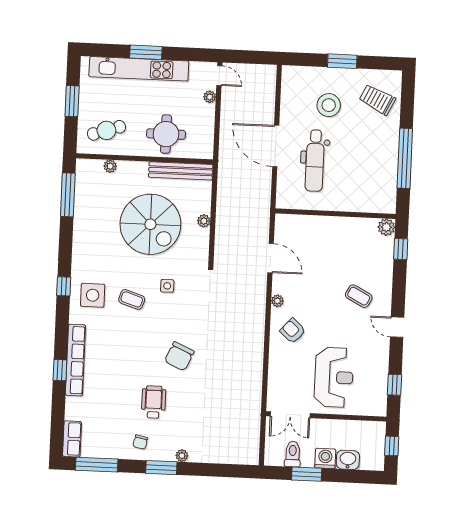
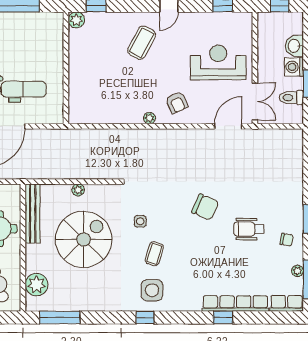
plant: (110, 166) -> (37, 285), width x1.87, depth x1.87
door: (271, 258) -> (228, 126), moved
coffee table: (359, 296) -> (142, 43), width x1.36, depth x1.30
armchair: (293, 331) -> (177, 103), turned -67
row of seats: (75, 360) -> (235, 303), moved
plant: (182, 456) -> (297, 271), moved

